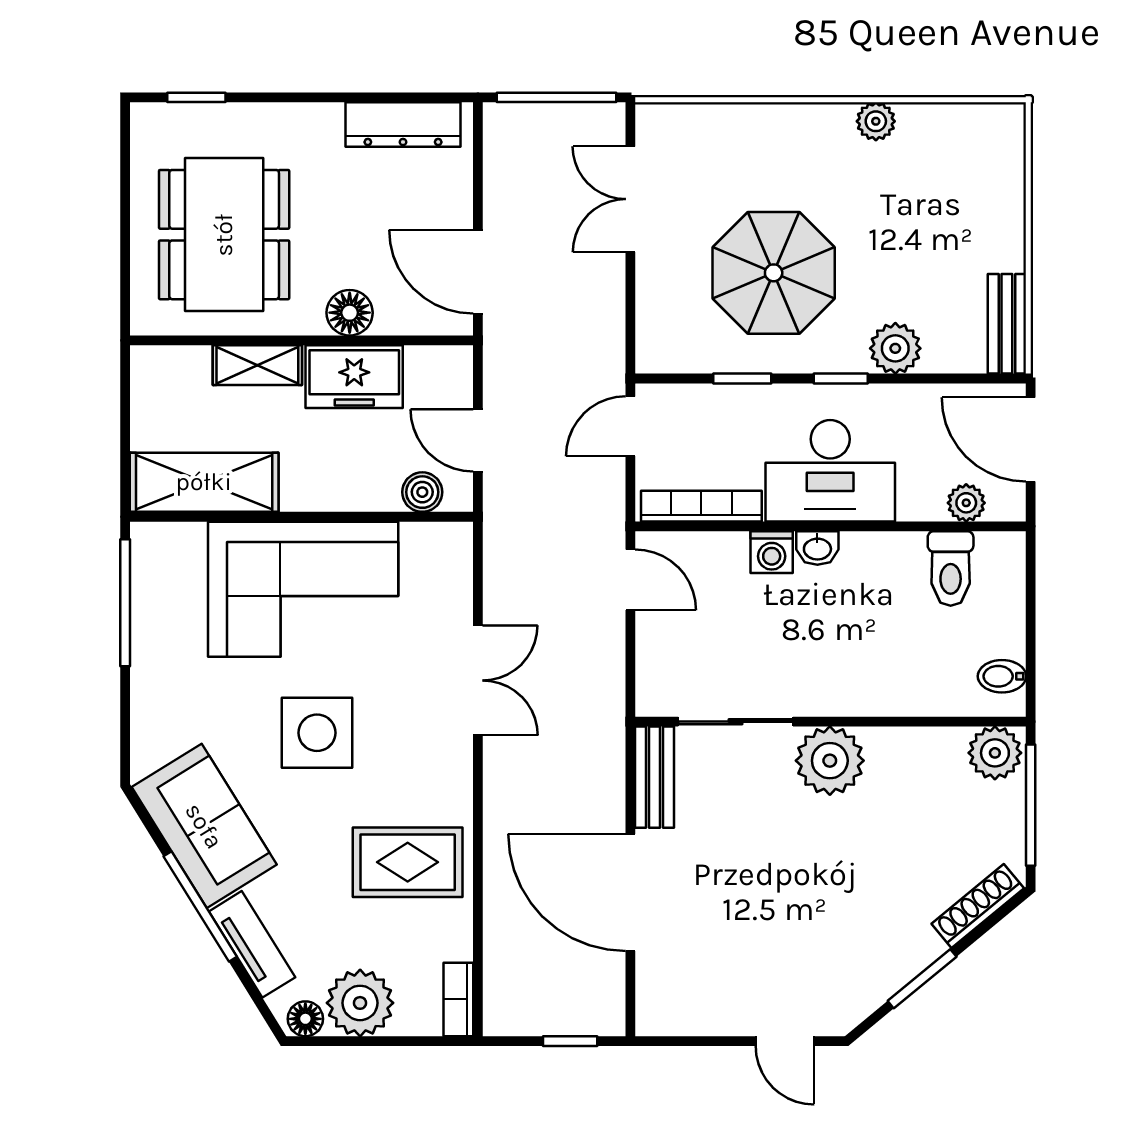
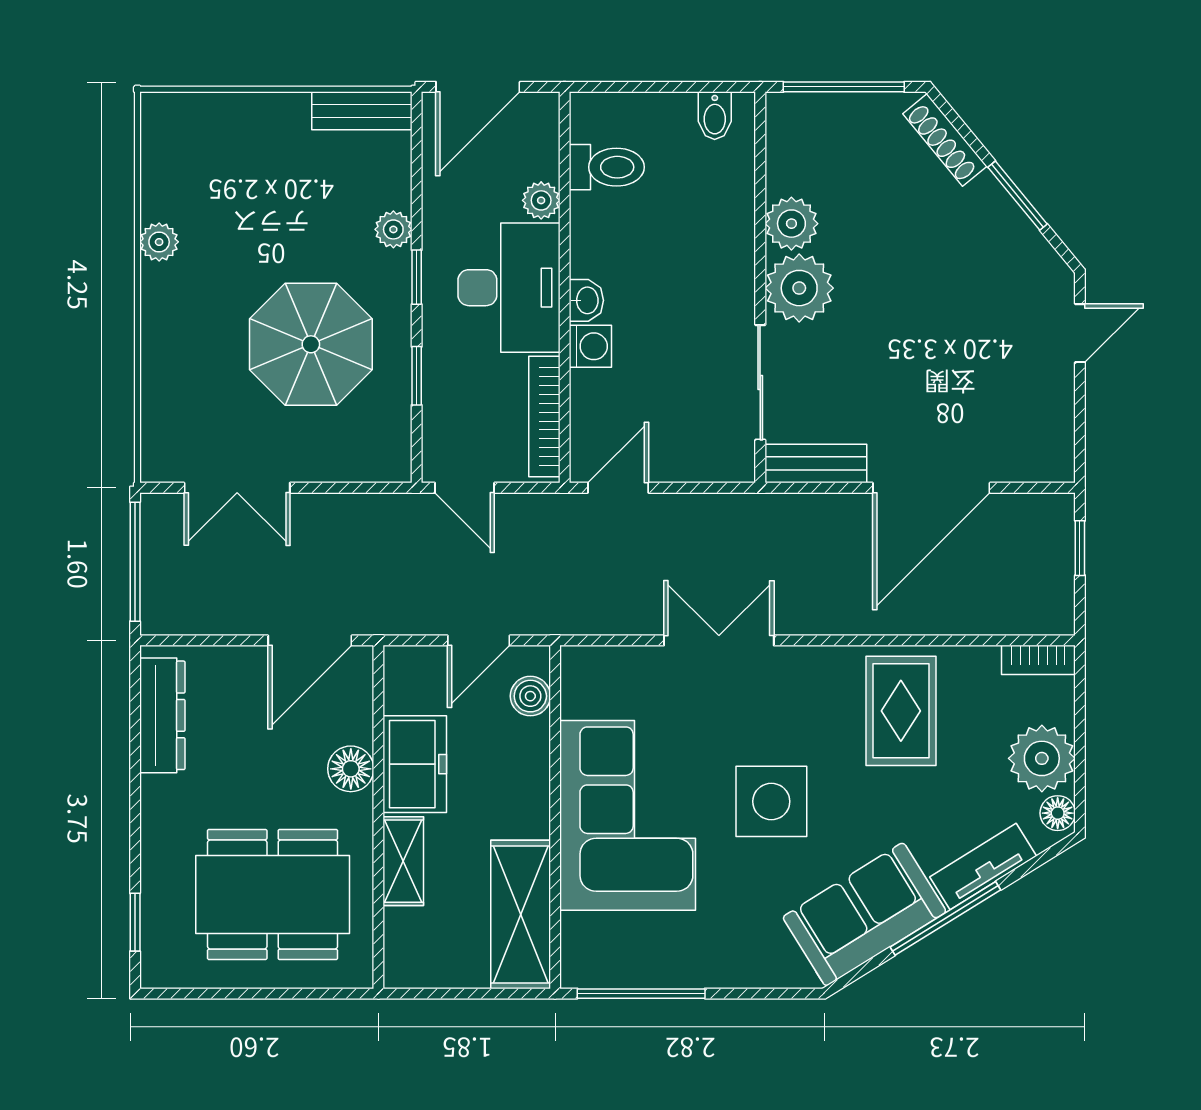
plant: (895, 348) -> (393, 229), width x0.73, depth x0.73
plant: (966, 503) -> (541, 200), moved
plant: (995, 753) -> (791, 224), moved

